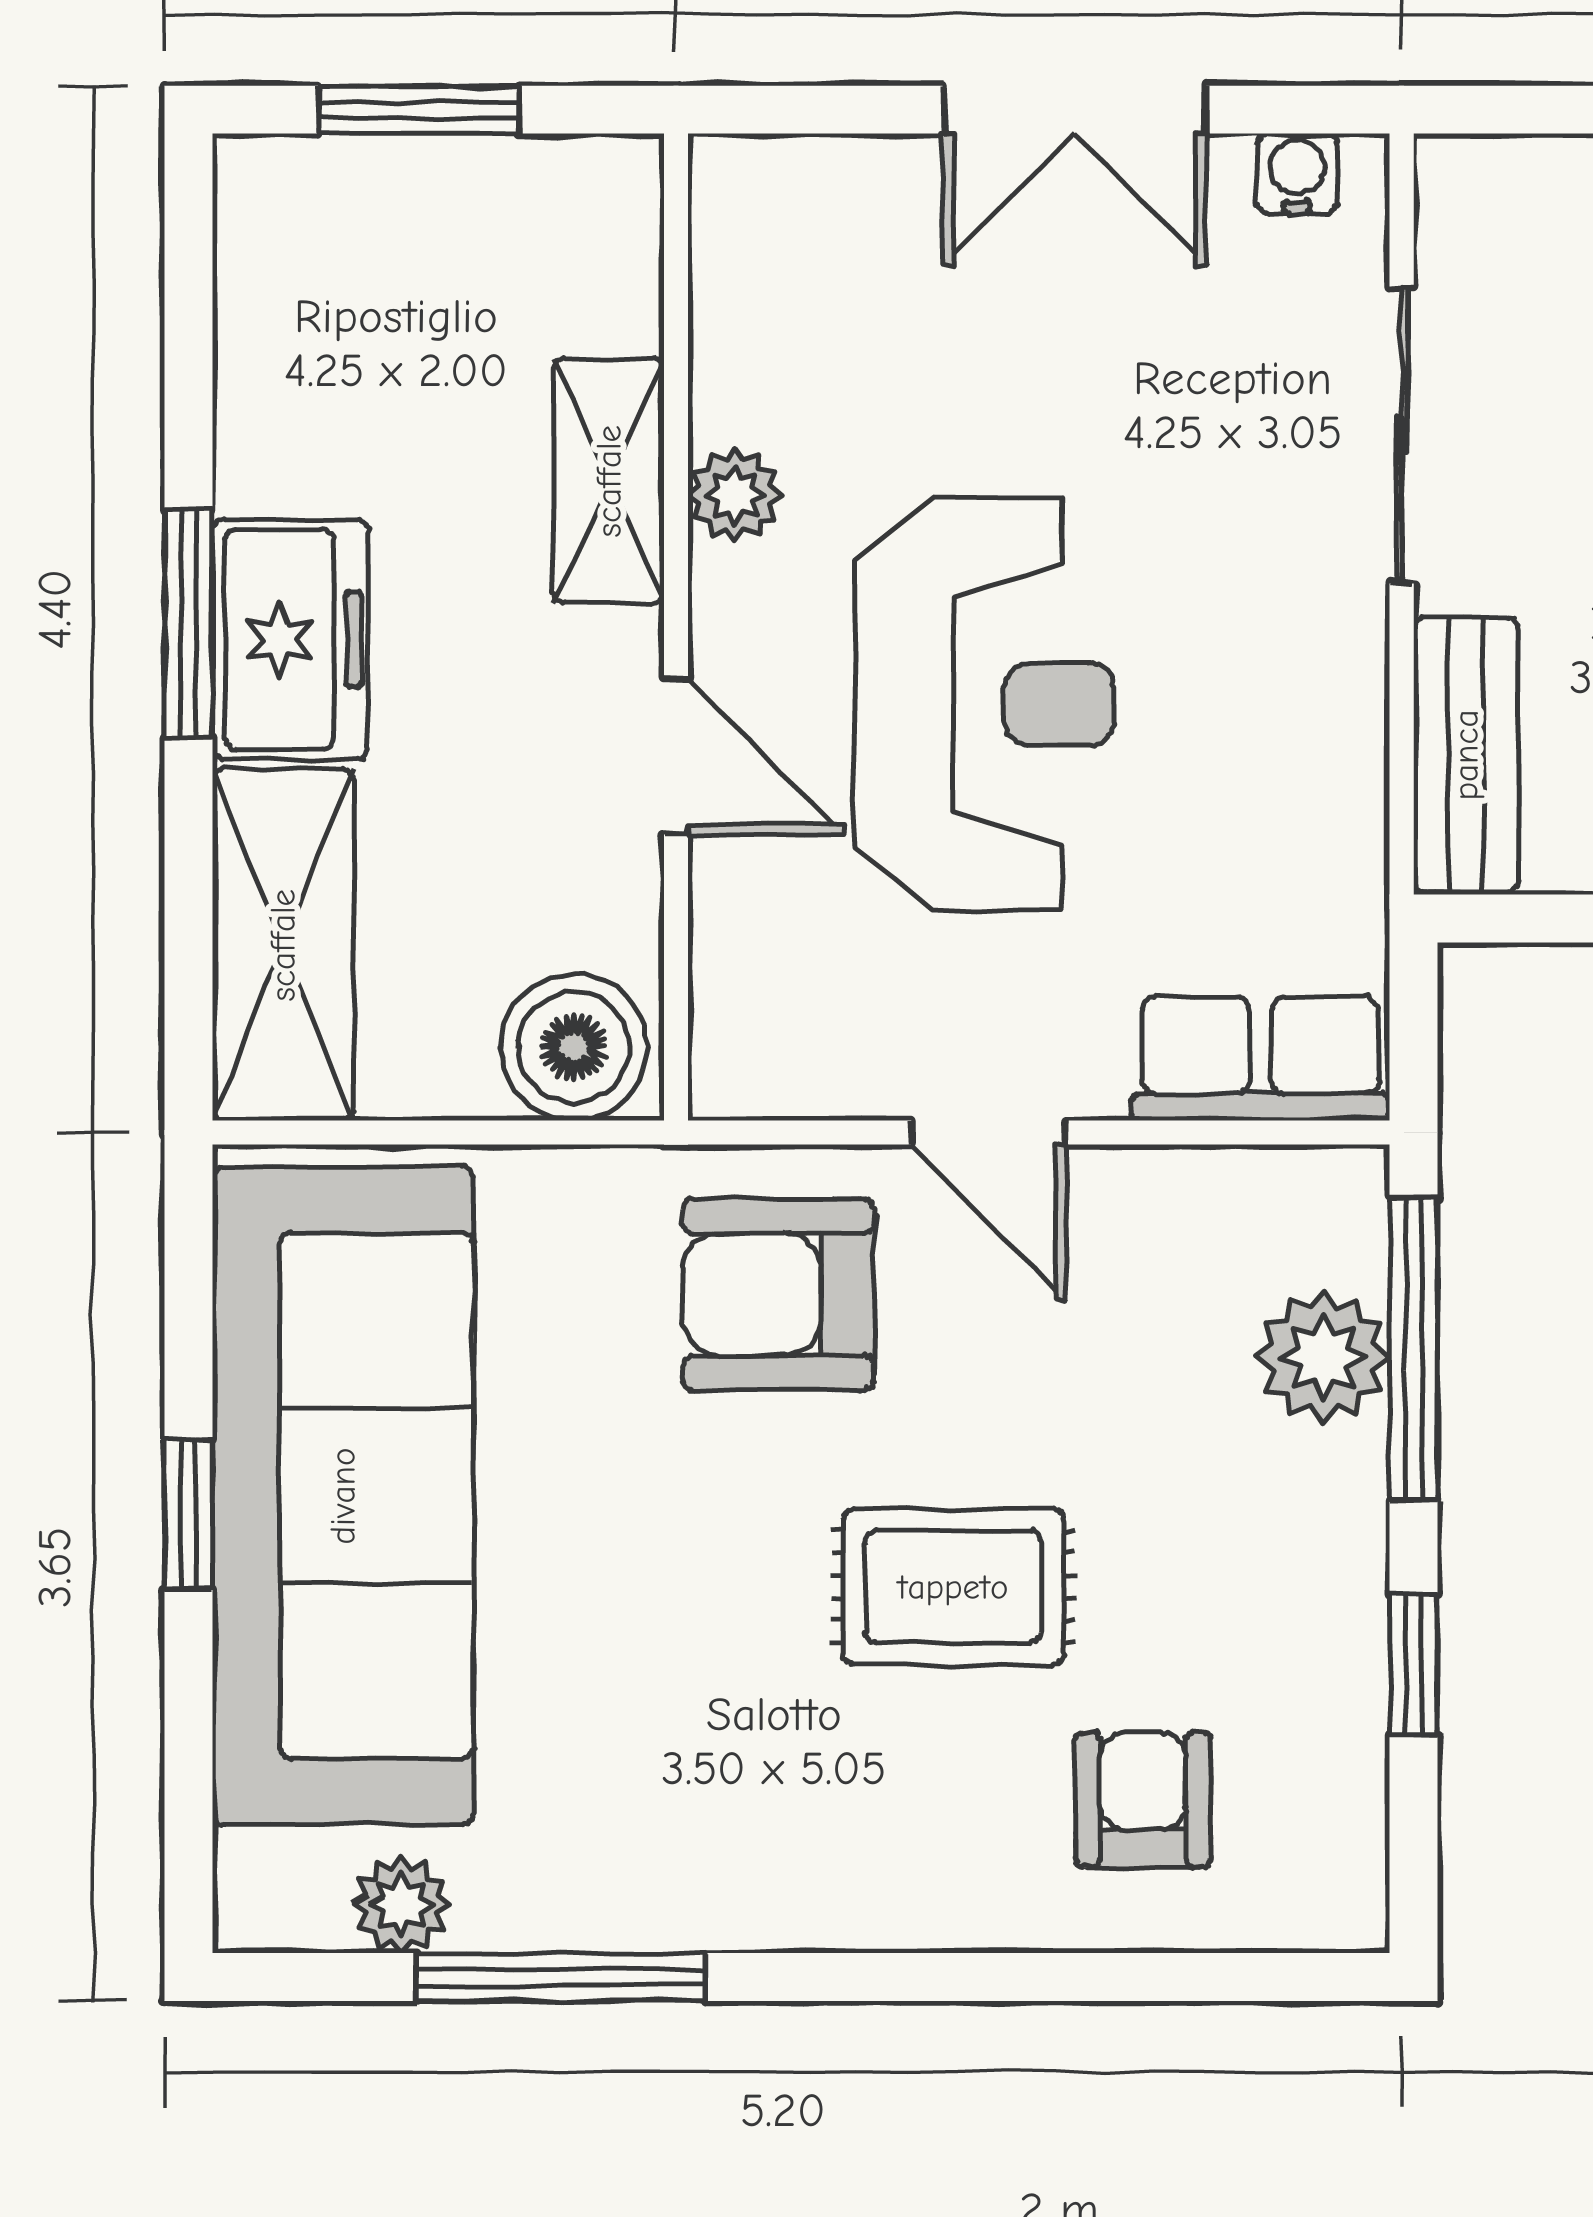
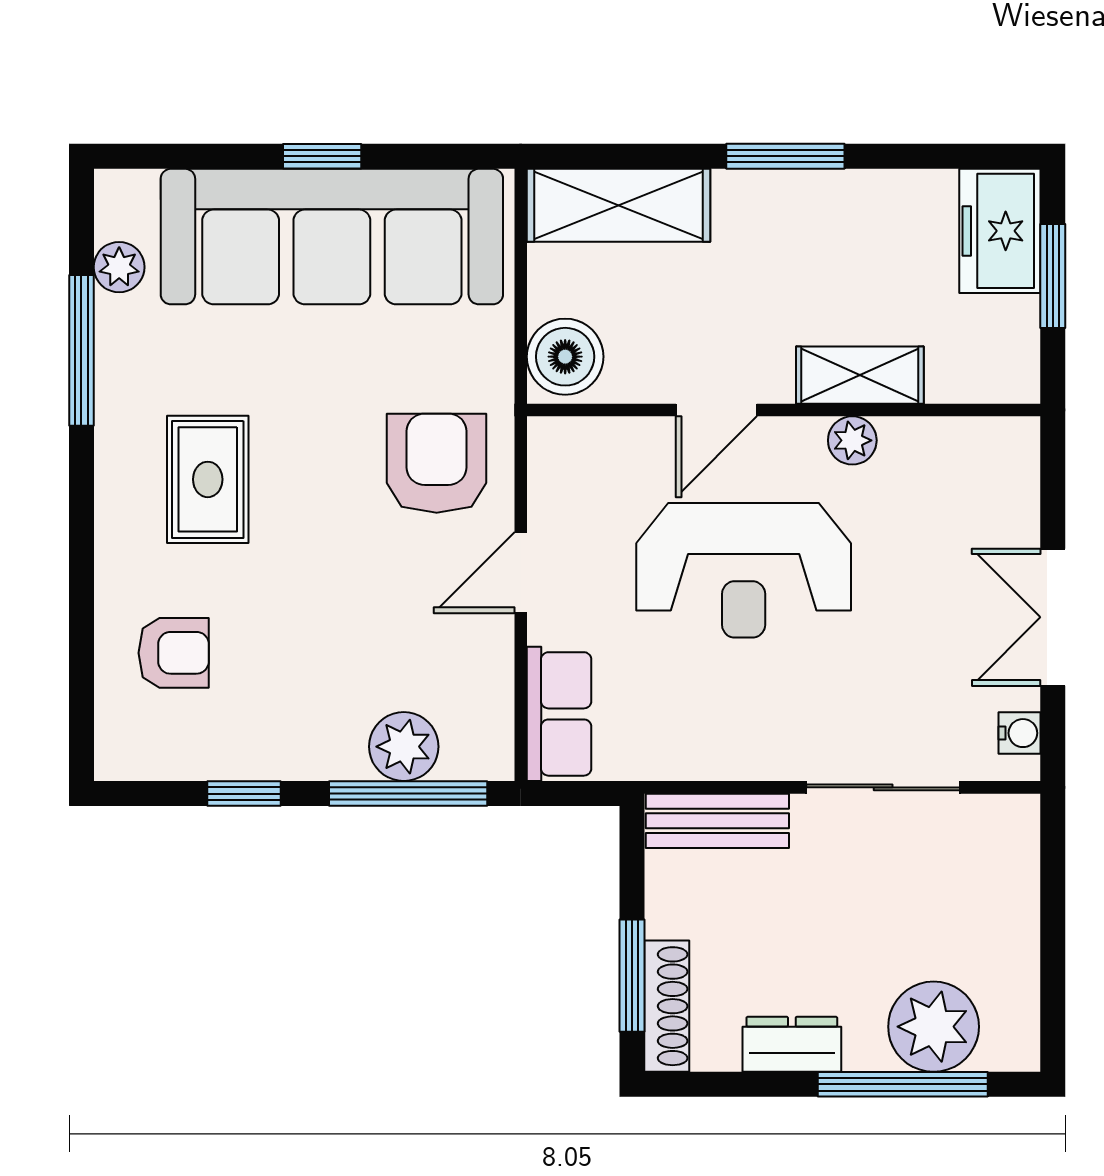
freezer: (290, 639) -> (1000, 231), moved, turned 90
rug: (953, 1587) -> (208, 479), moved

